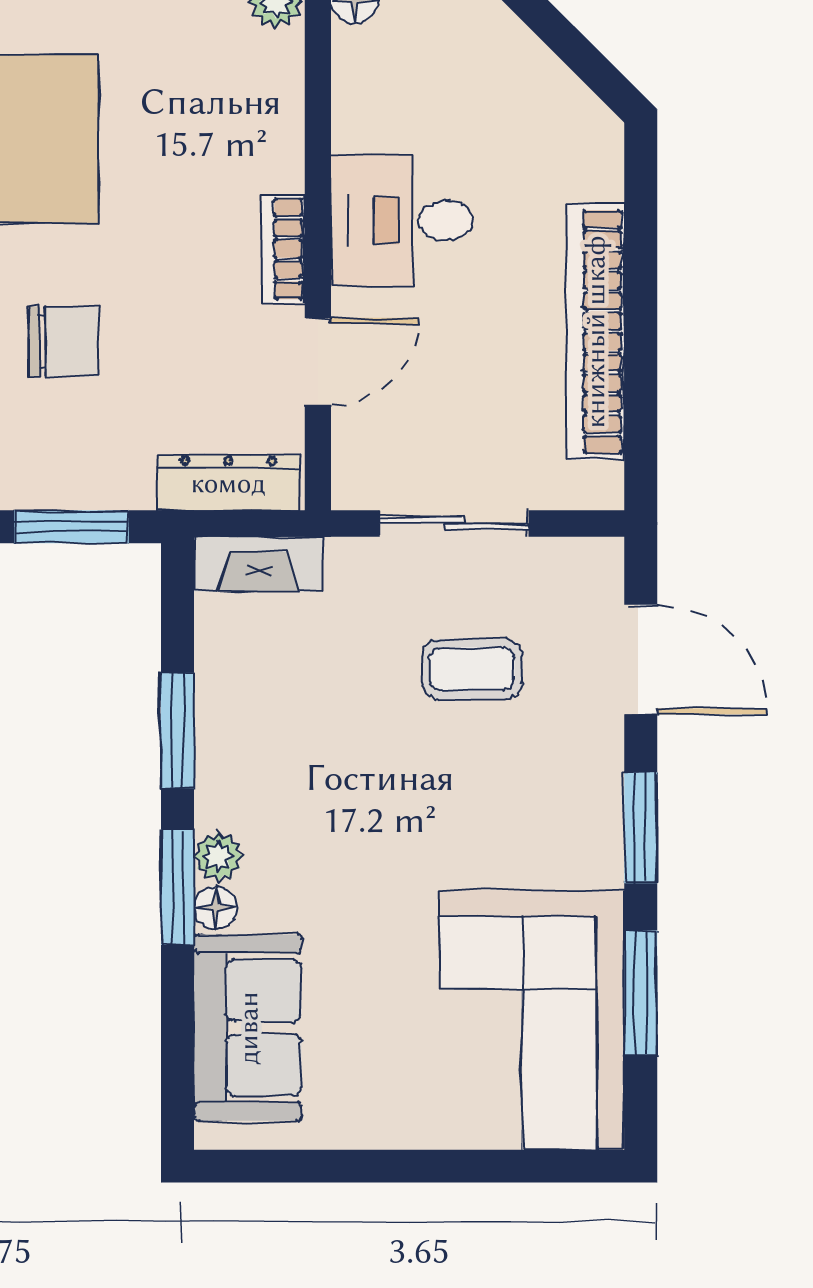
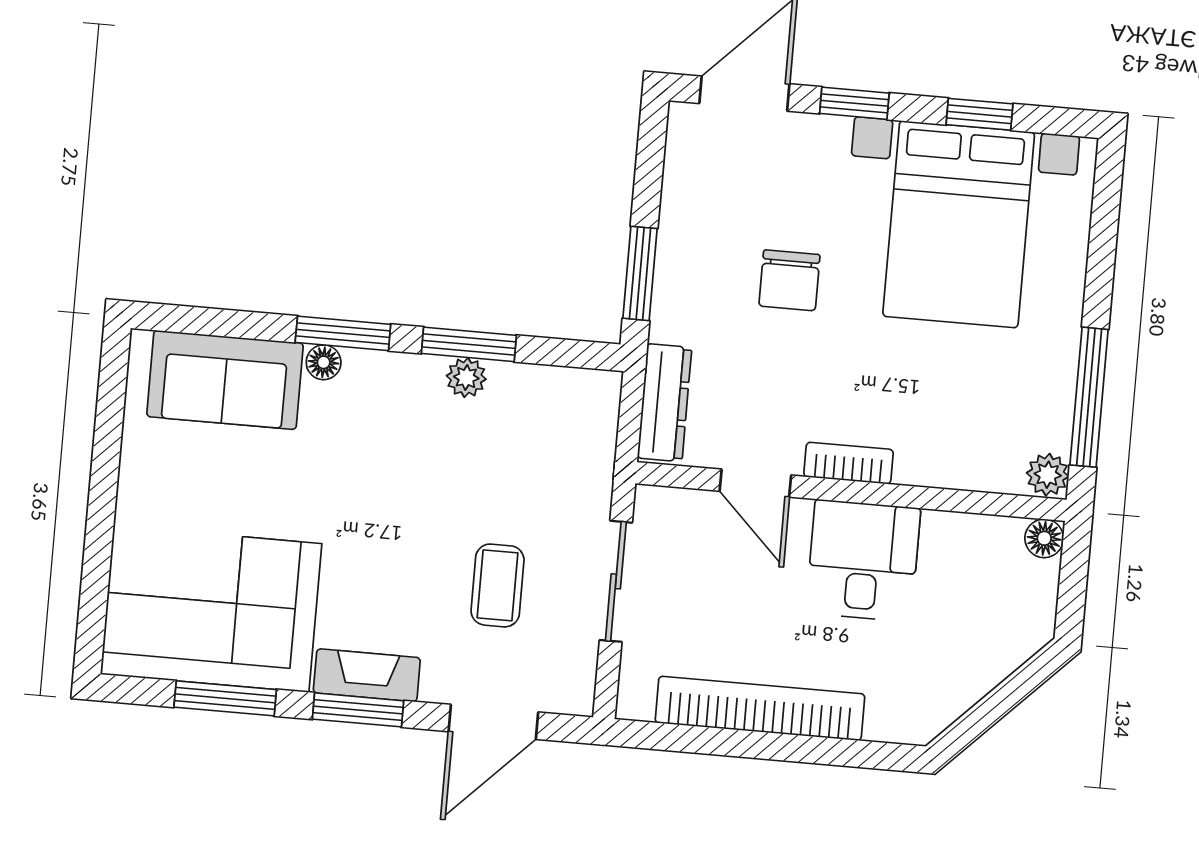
fireplace: (258, 564) -> (367, 675), moved, turned 90
plant: (219, 856) -> (466, 377), moved

